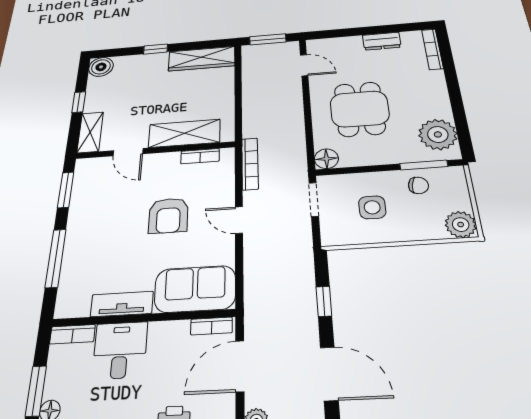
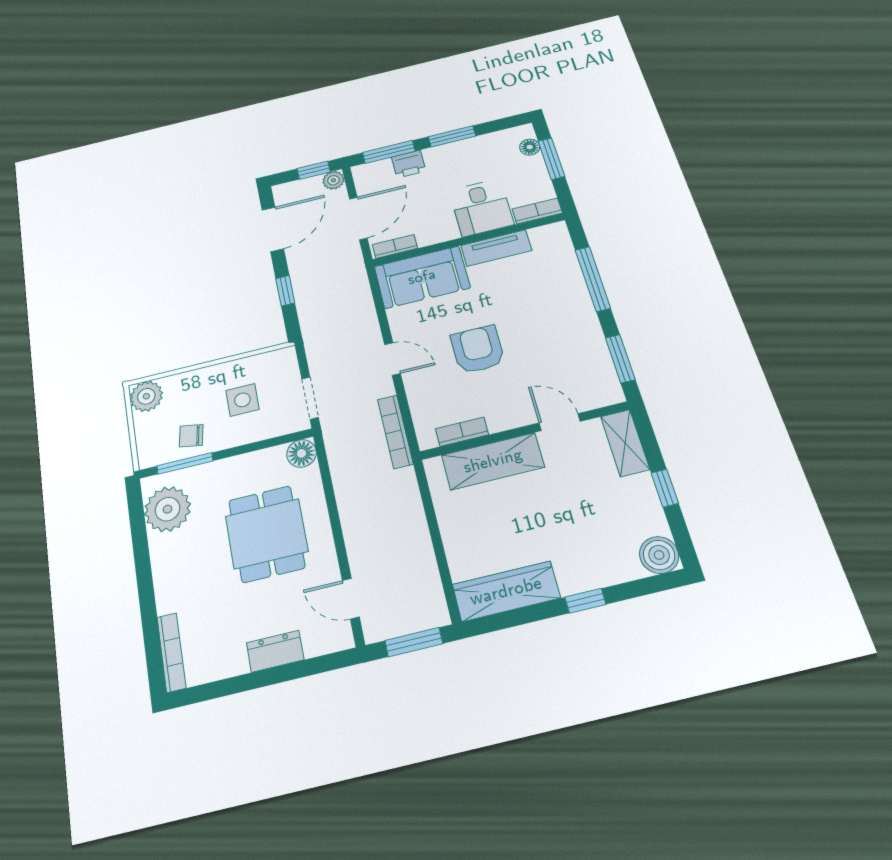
dresser: (382, 41) -> (275, 651), moved
door: (329, 374) -> (273, 229), swing flipped

